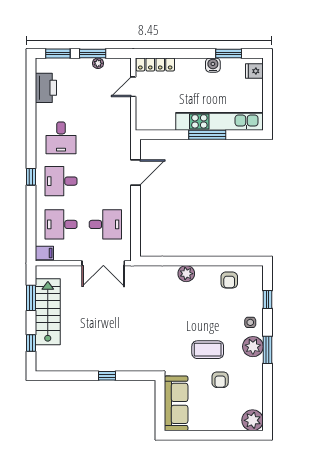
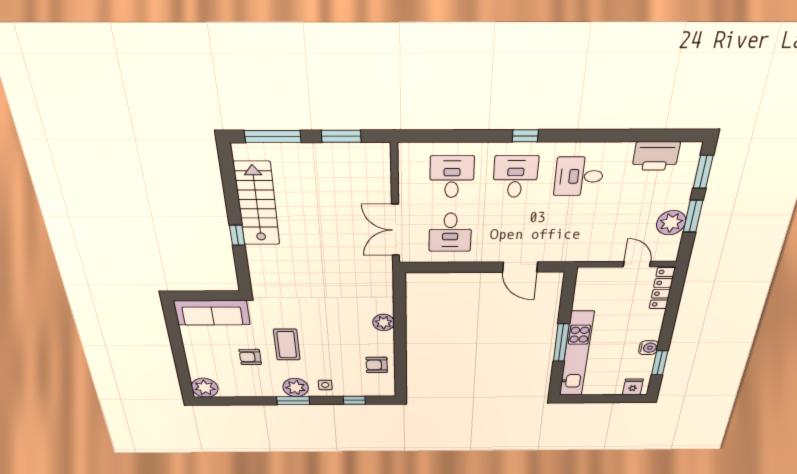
plant: (98, 63) -> (671, 223), width x1.88, depth x1.88
filing cabinet: (44, 253) -> (410, 155), removed
stairs: (48, 312) -> (257, 204), moved, turned -90
window: (31, 343) -> (273, 136), width x2.17

